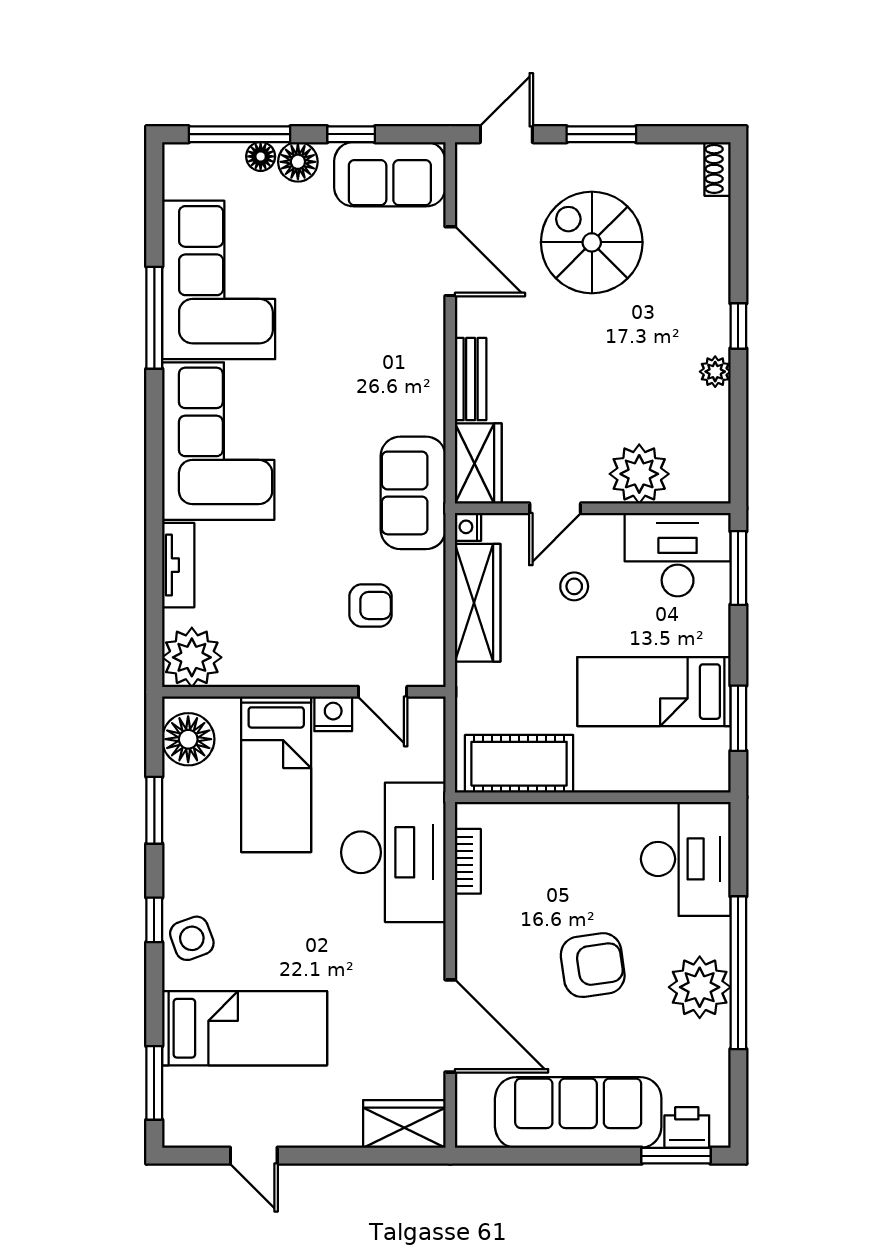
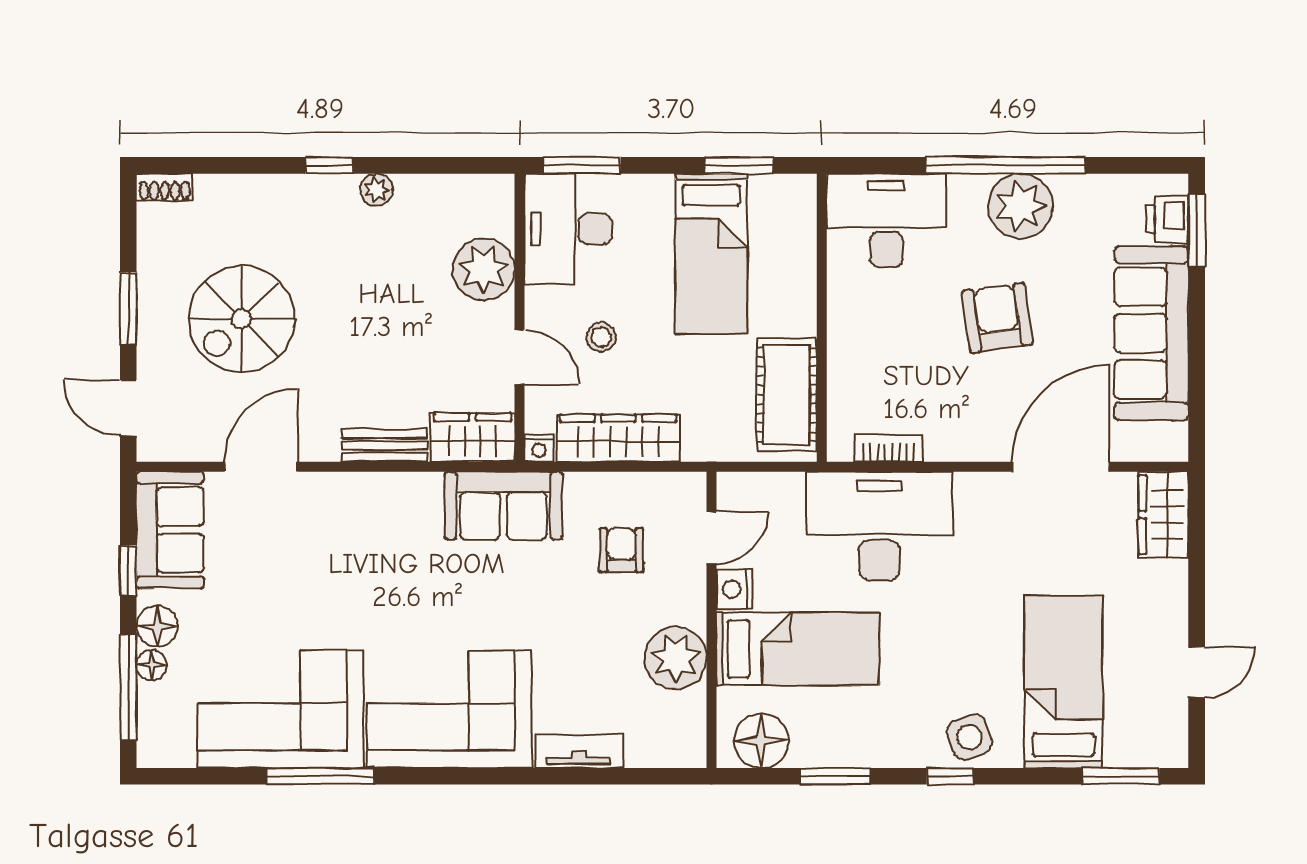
plant: (192, 657) -> (675, 658), moved

